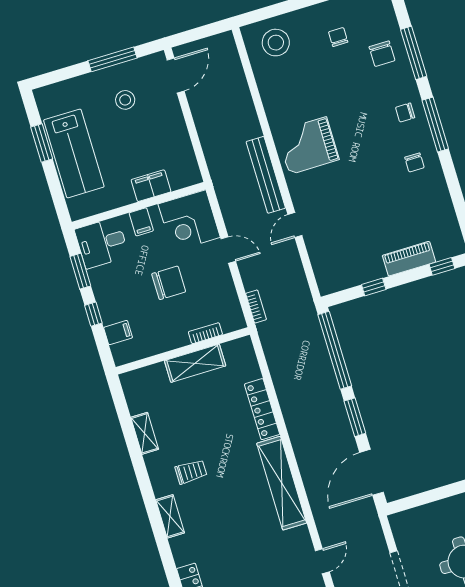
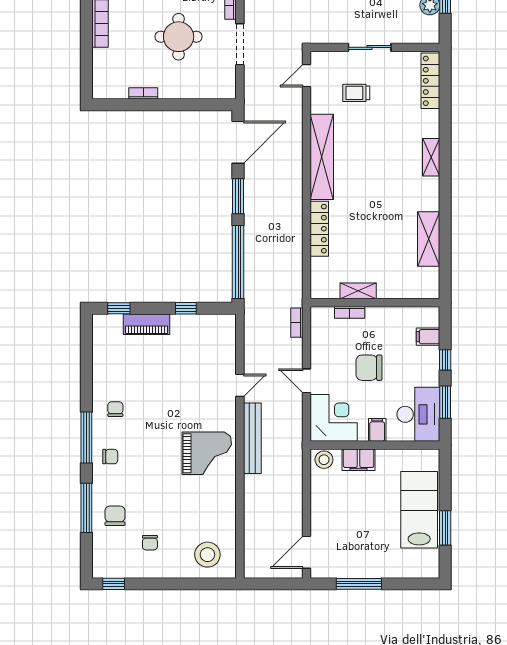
stool: (125, 100) -> (324, 460), moved
desk: (102, 243) -> (418, 414), width x1.37
shelving: (195, 363) -> (358, 291), width x0.67, depth x0.75
shelving: (145, 433) -> (429, 239), width x1.50, depth x1.33
trolley: (191, 472) -> (356, 93), moved

